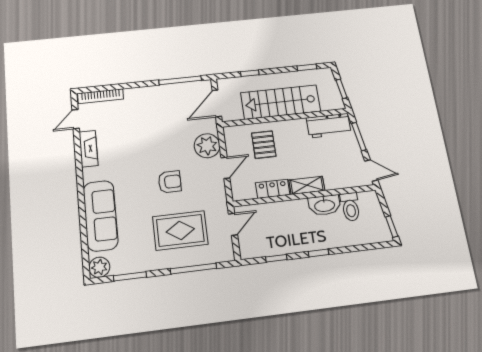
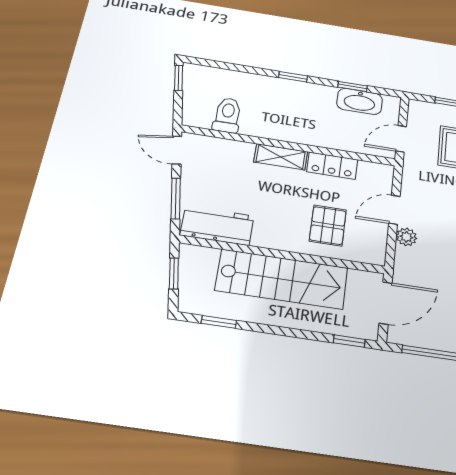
window: (250, 73) -> (349, 341), moved
plant: (207, 146) -> (406, 237), width x0.53, depth x0.53
washbasin: (324, 205) -> (360, 101), moved, turned 180

